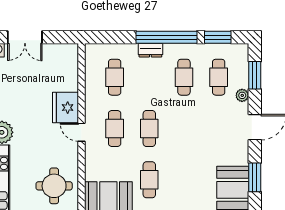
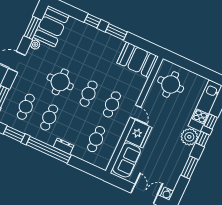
sofa: (66, 69) -> (126, 160), added
plant: (242, 95) -> (35, 45), moved
round table: (191, 127) -> (60, 82), added
cafe table: (149, 180) -> (104, 59), removed

